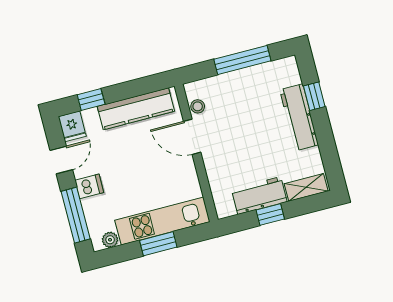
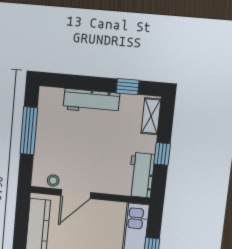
window: (314, 96) -> (128, 87), moved
workbench: (259, 195) -> (141, 175), moved

